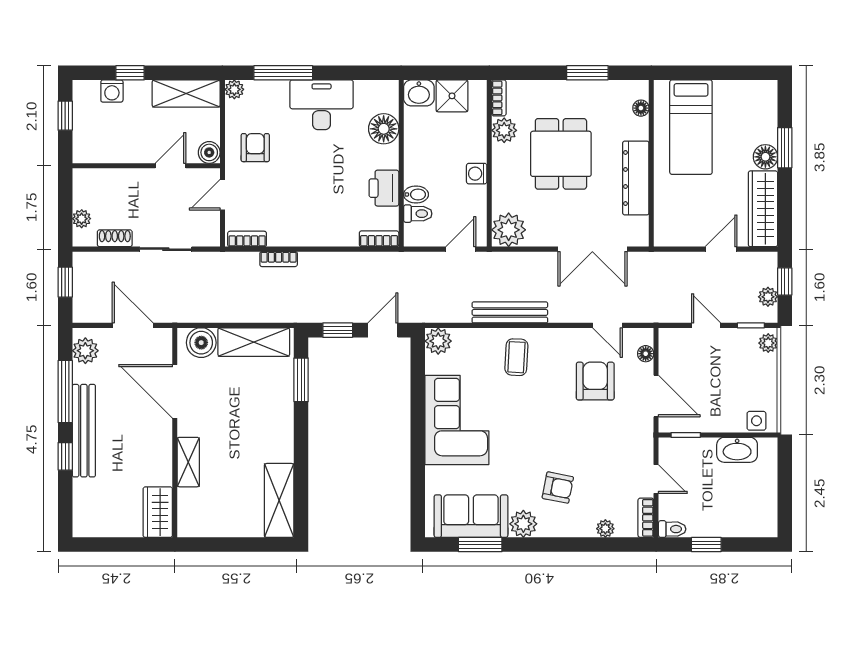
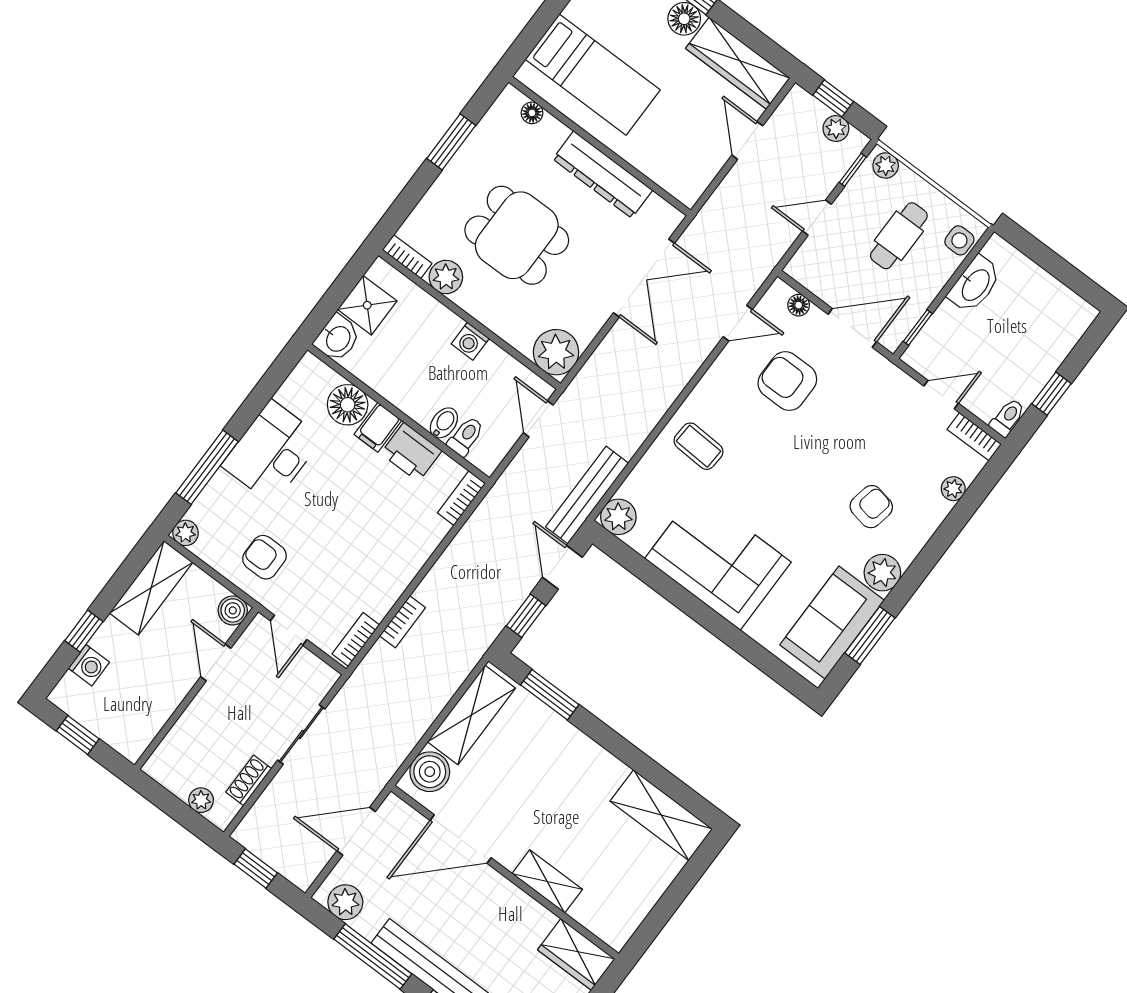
filing cabinet: (384, 157) -> (378, 427), added
bench: (510, 312) -> (587, 495), moved
cafe table: (732, 383) -> (899, 236), added

